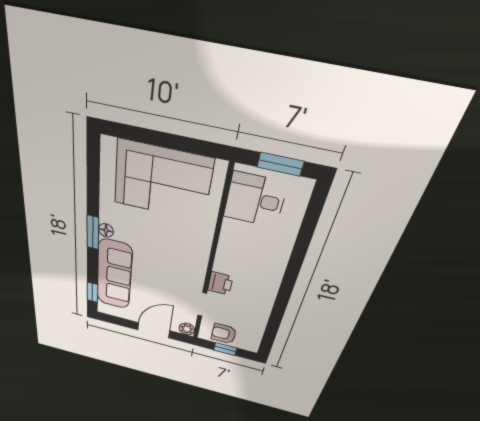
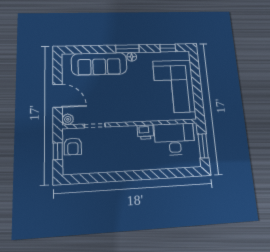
desk: (255, 200) -> (175, 139), width x1.37
printer: (220, 283) -> (145, 132), moved
window: (92, 292) -> (168, 48), moved
armchair: (224, 334) -> (73, 146), turned 180

